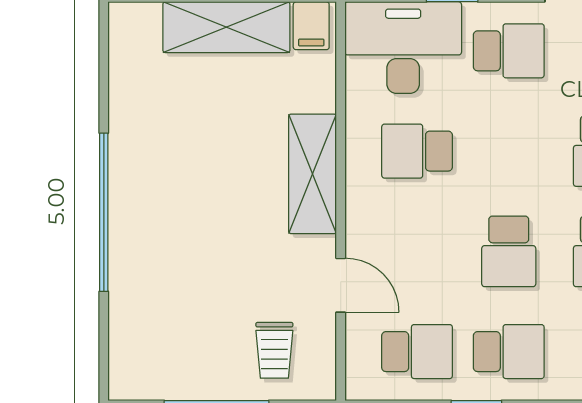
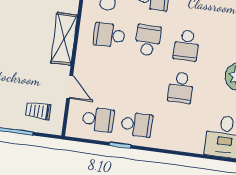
school desk: (509, 251) -> (148, 40), moved, turned 180
trolley: (274, 350) -> (38, 111), turned 90

